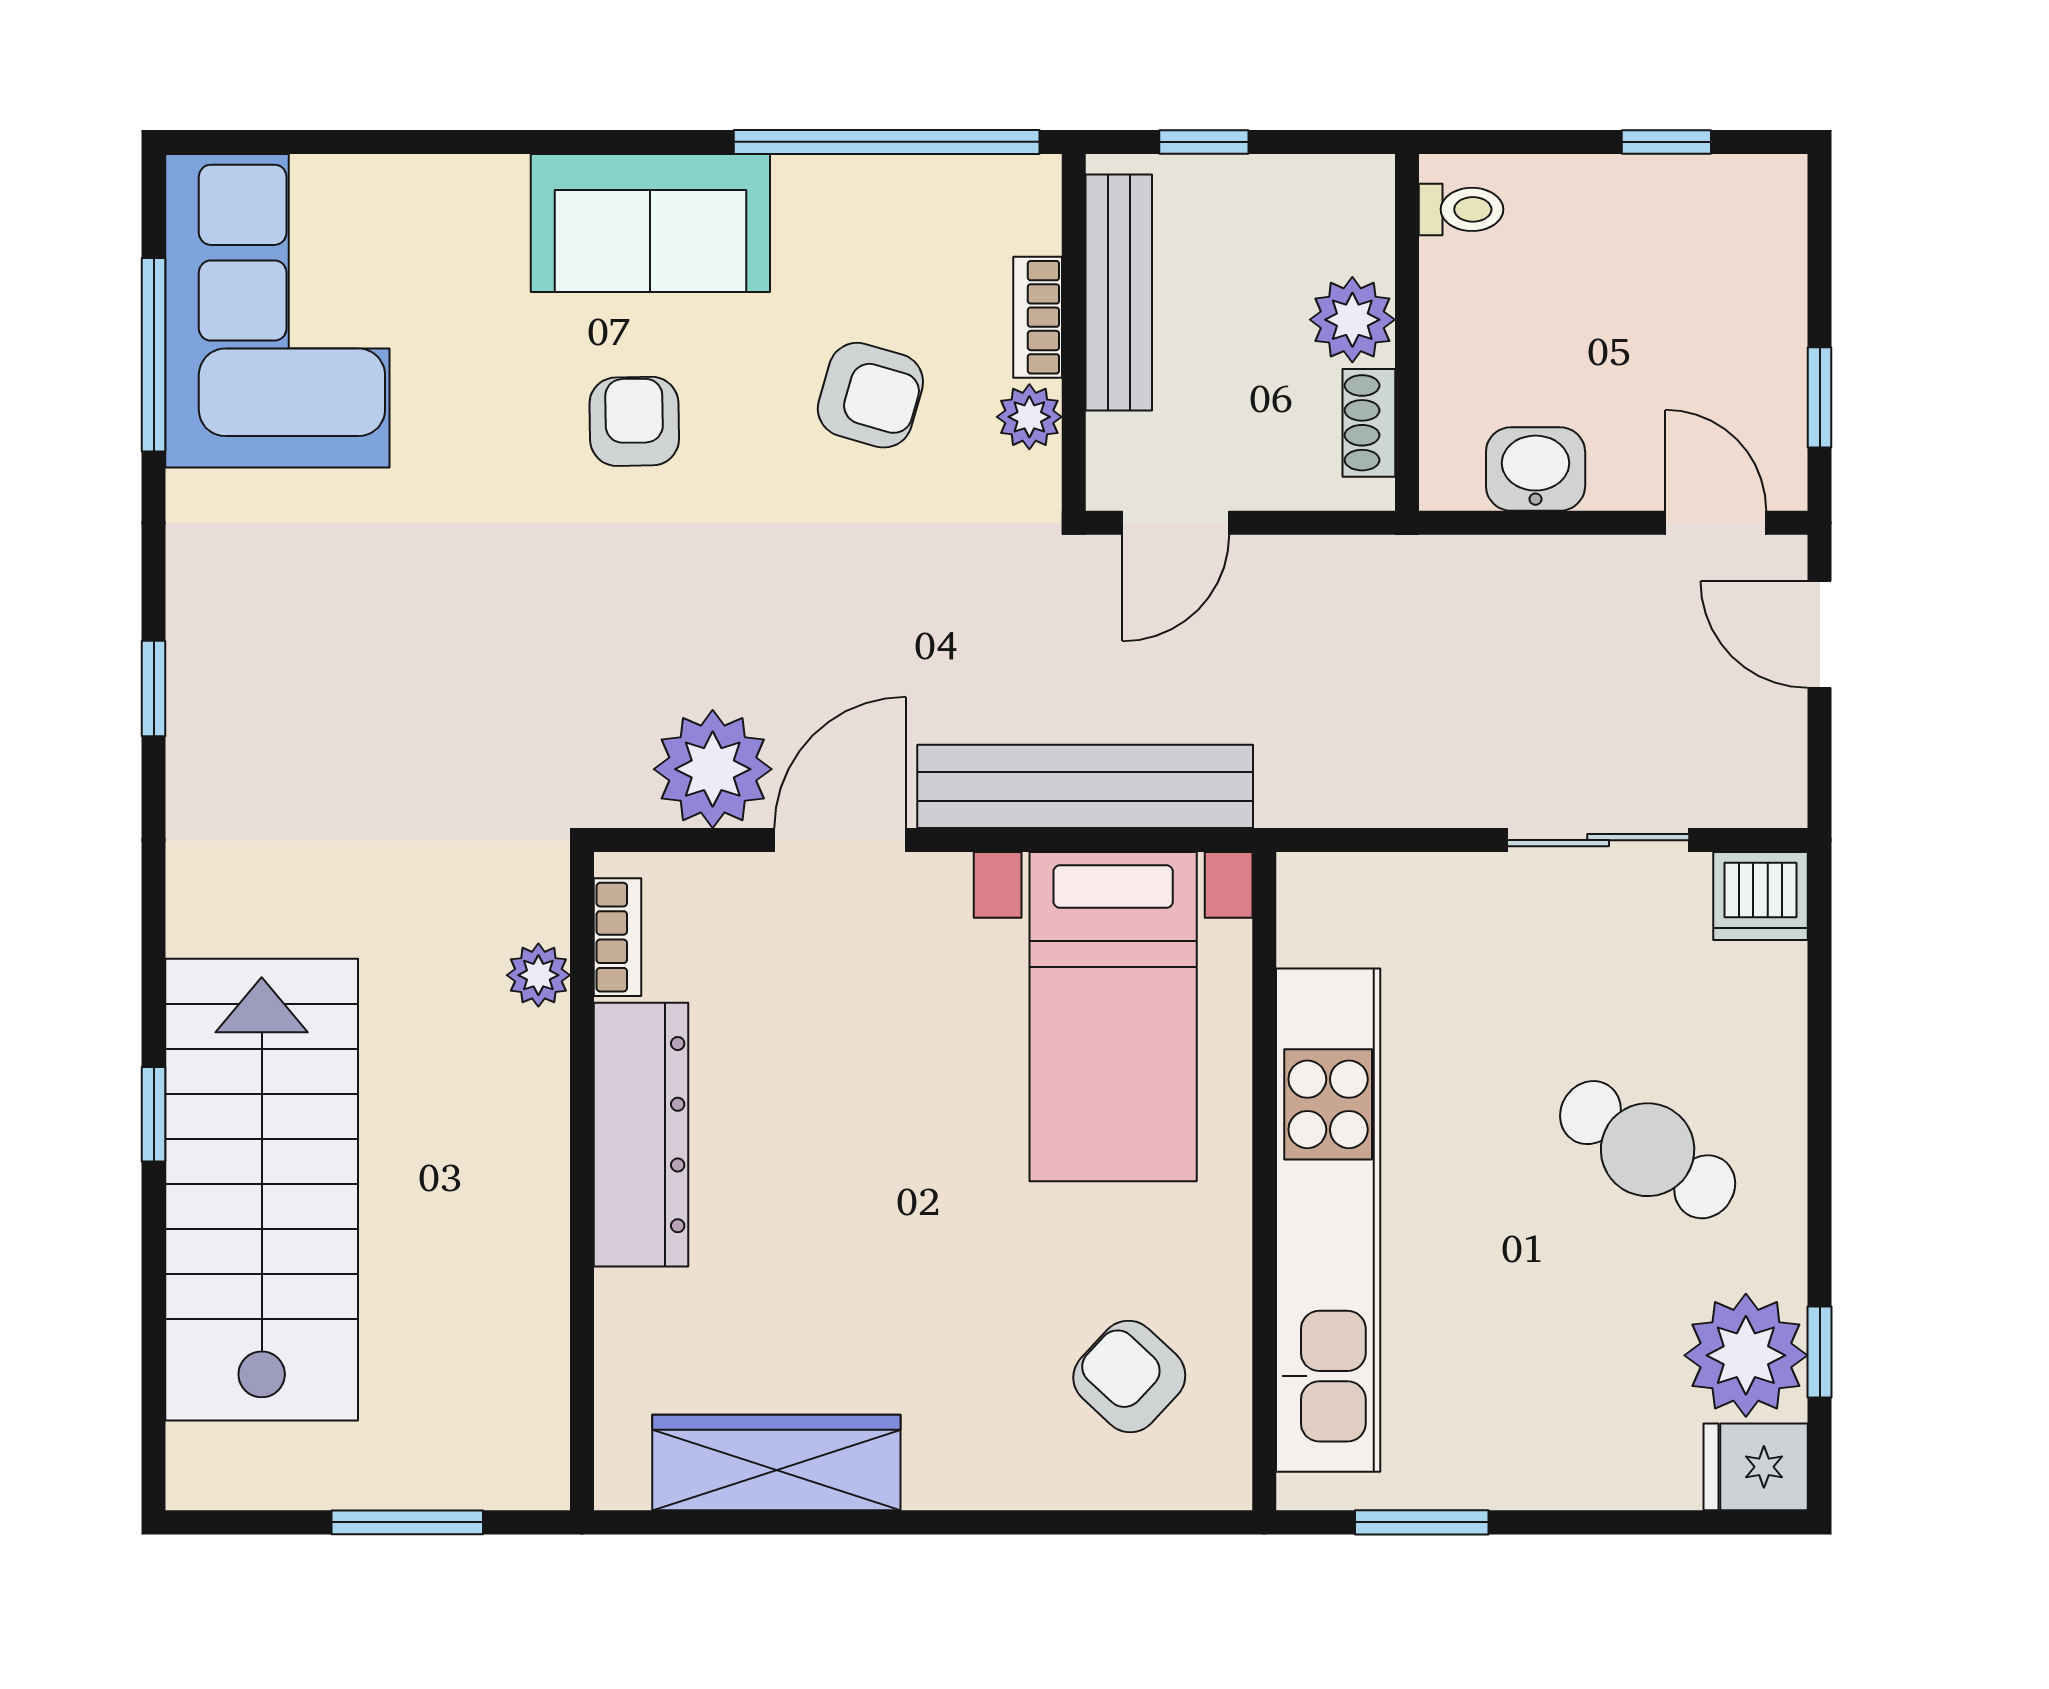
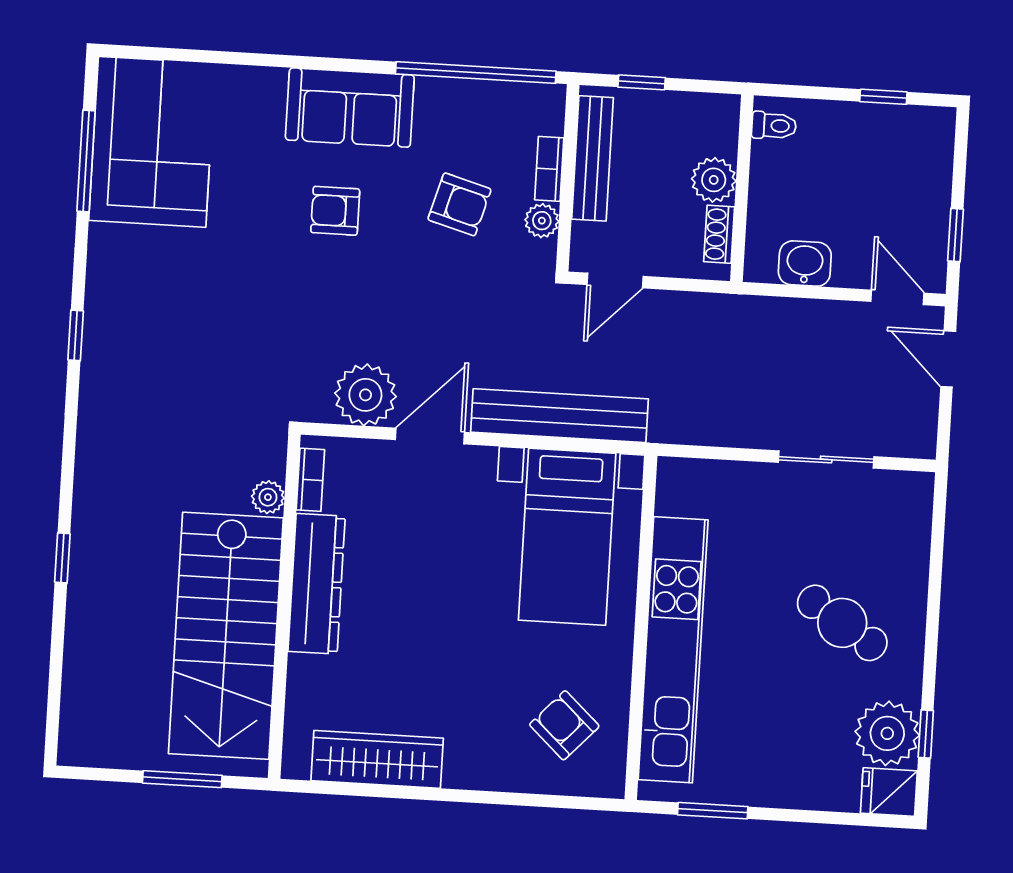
armchair: (634, 421) -> (335, 211), turned -89
dishwasher: (1760, 896) -> (909, 494), removed
stairs: (262, 1190) -> (226, 636), moved, turned 180

